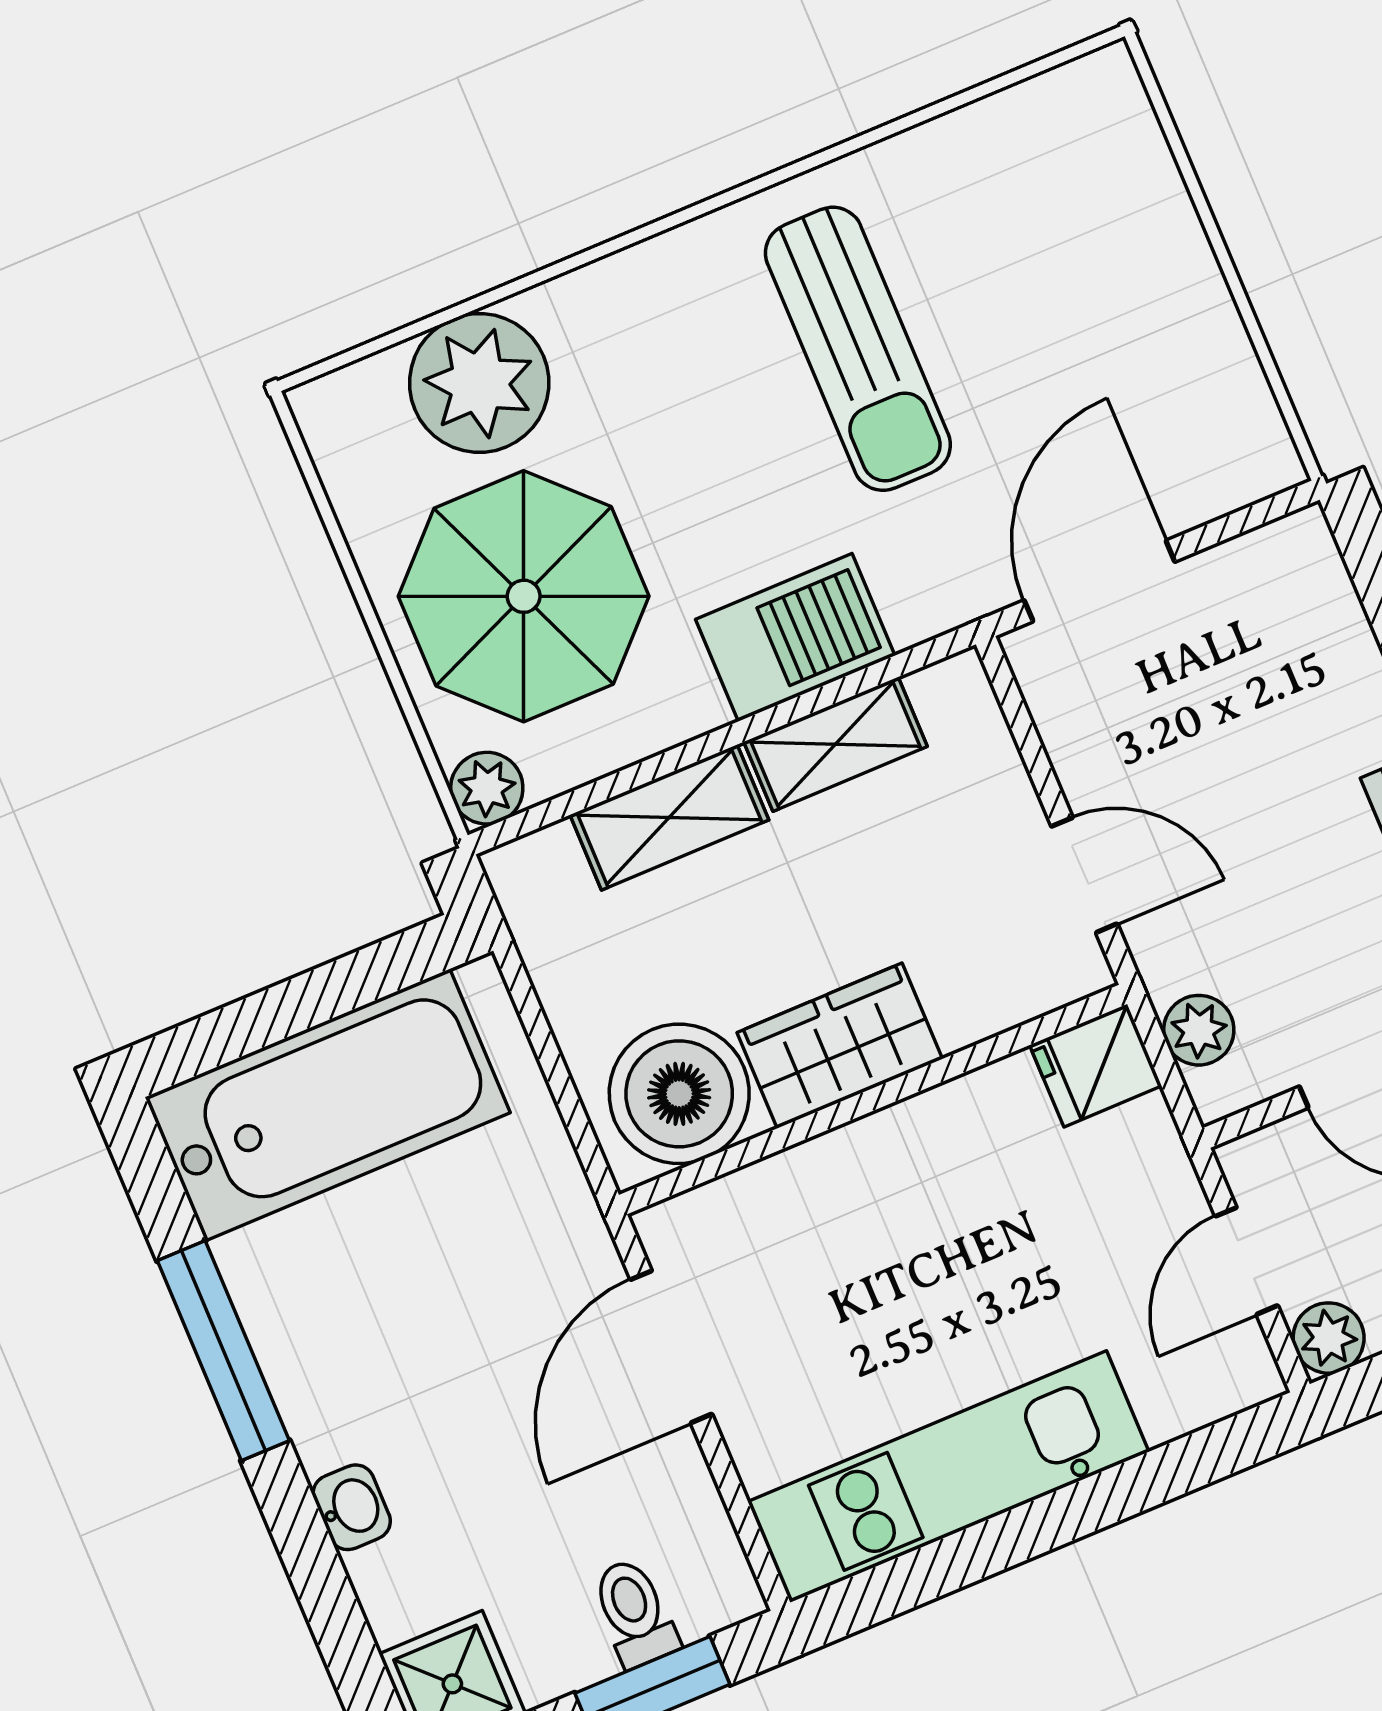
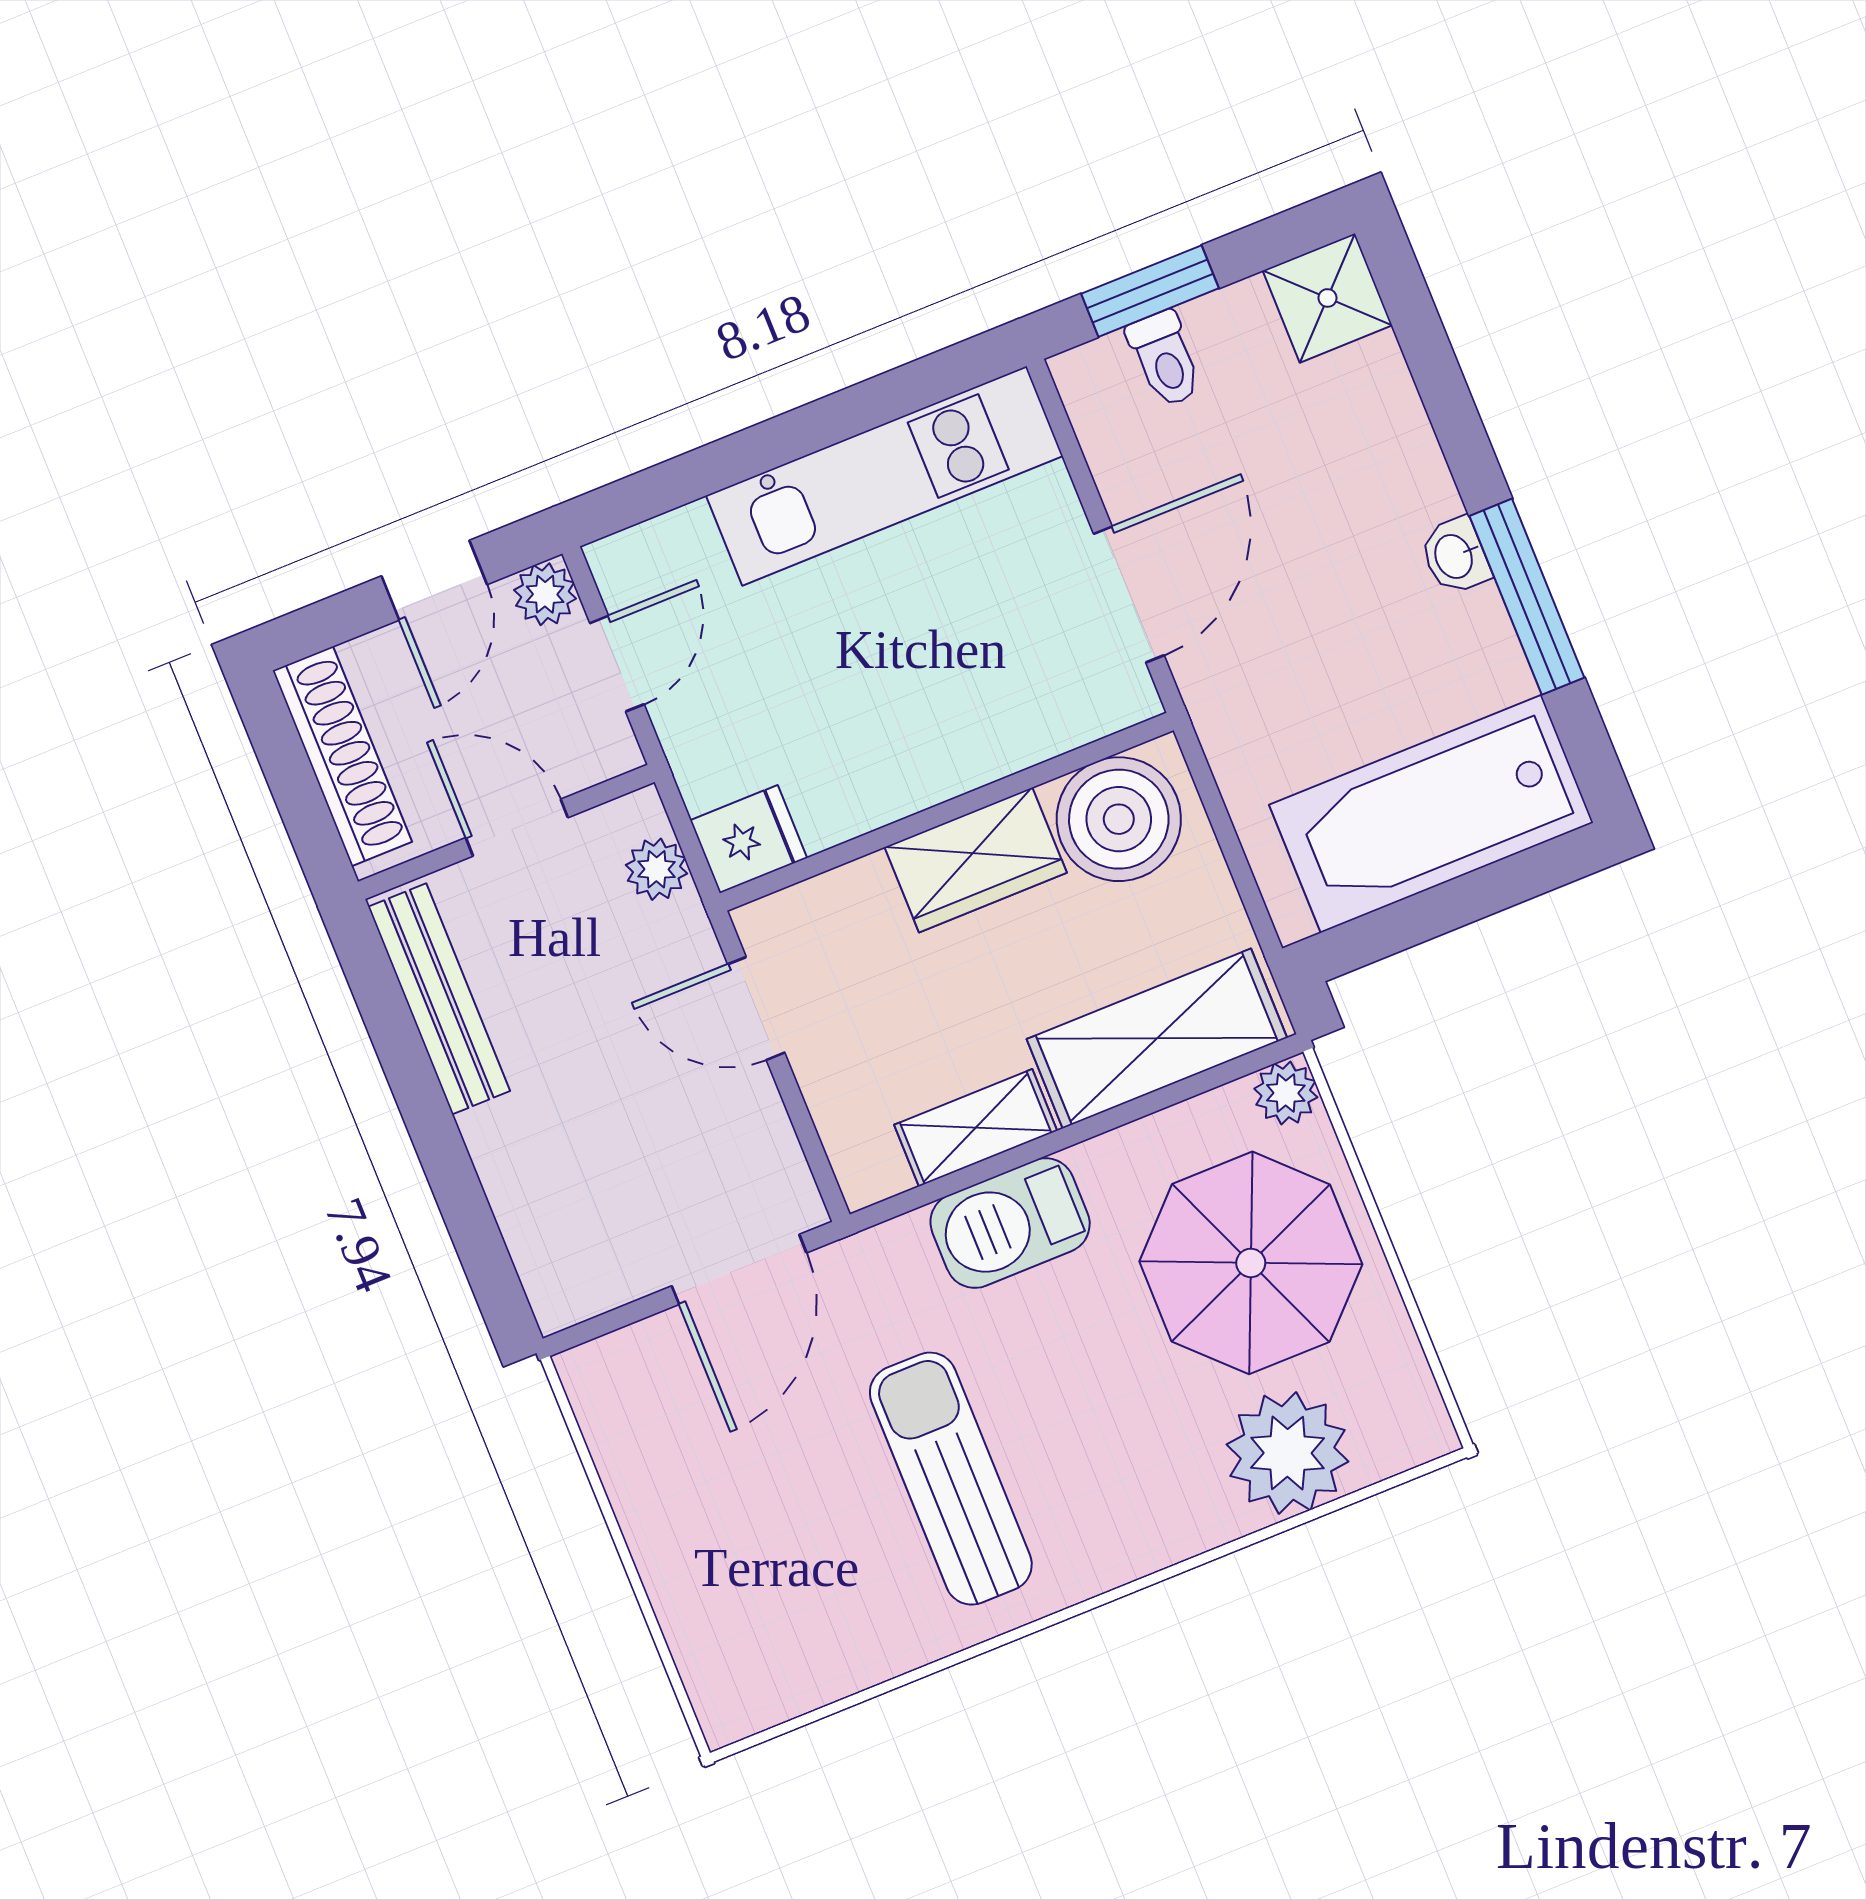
shelving: (669, 817) -> (1157, 1038), width x1.50, depth x1.33
washbasin: (352, 1507) -> (1455, 556), moved

